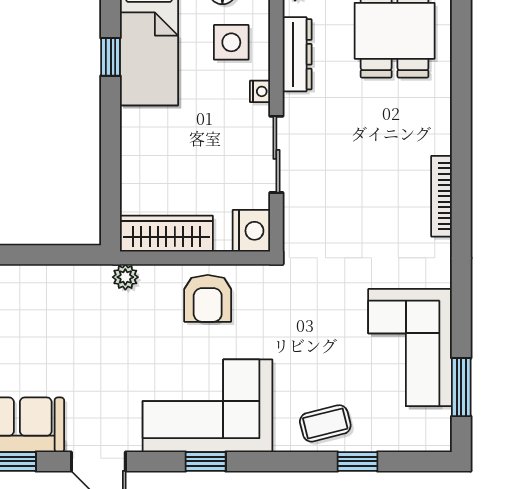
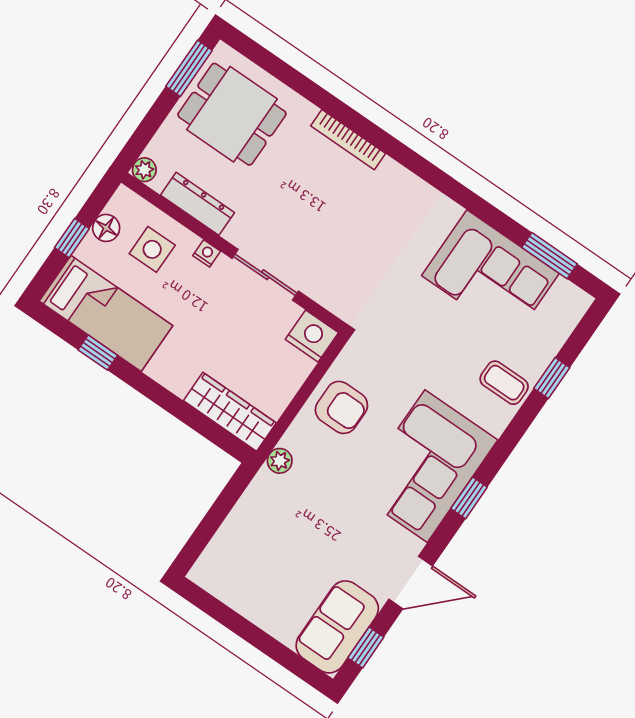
bookcase: (441, 196) -> (348, 140), moved
wardrobe: (166, 234) -> (230, 412), moved, turned 90
coffee table: (325, 423) -> (504, 383), turned -76

